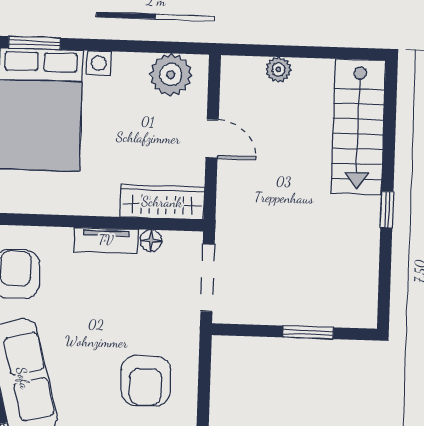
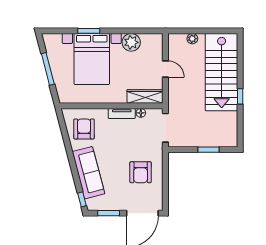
plant: (171, 75) -> (131, 42), moved
stairs: (358, 127) -> (222, 72), width x1.36, depth x1.51

